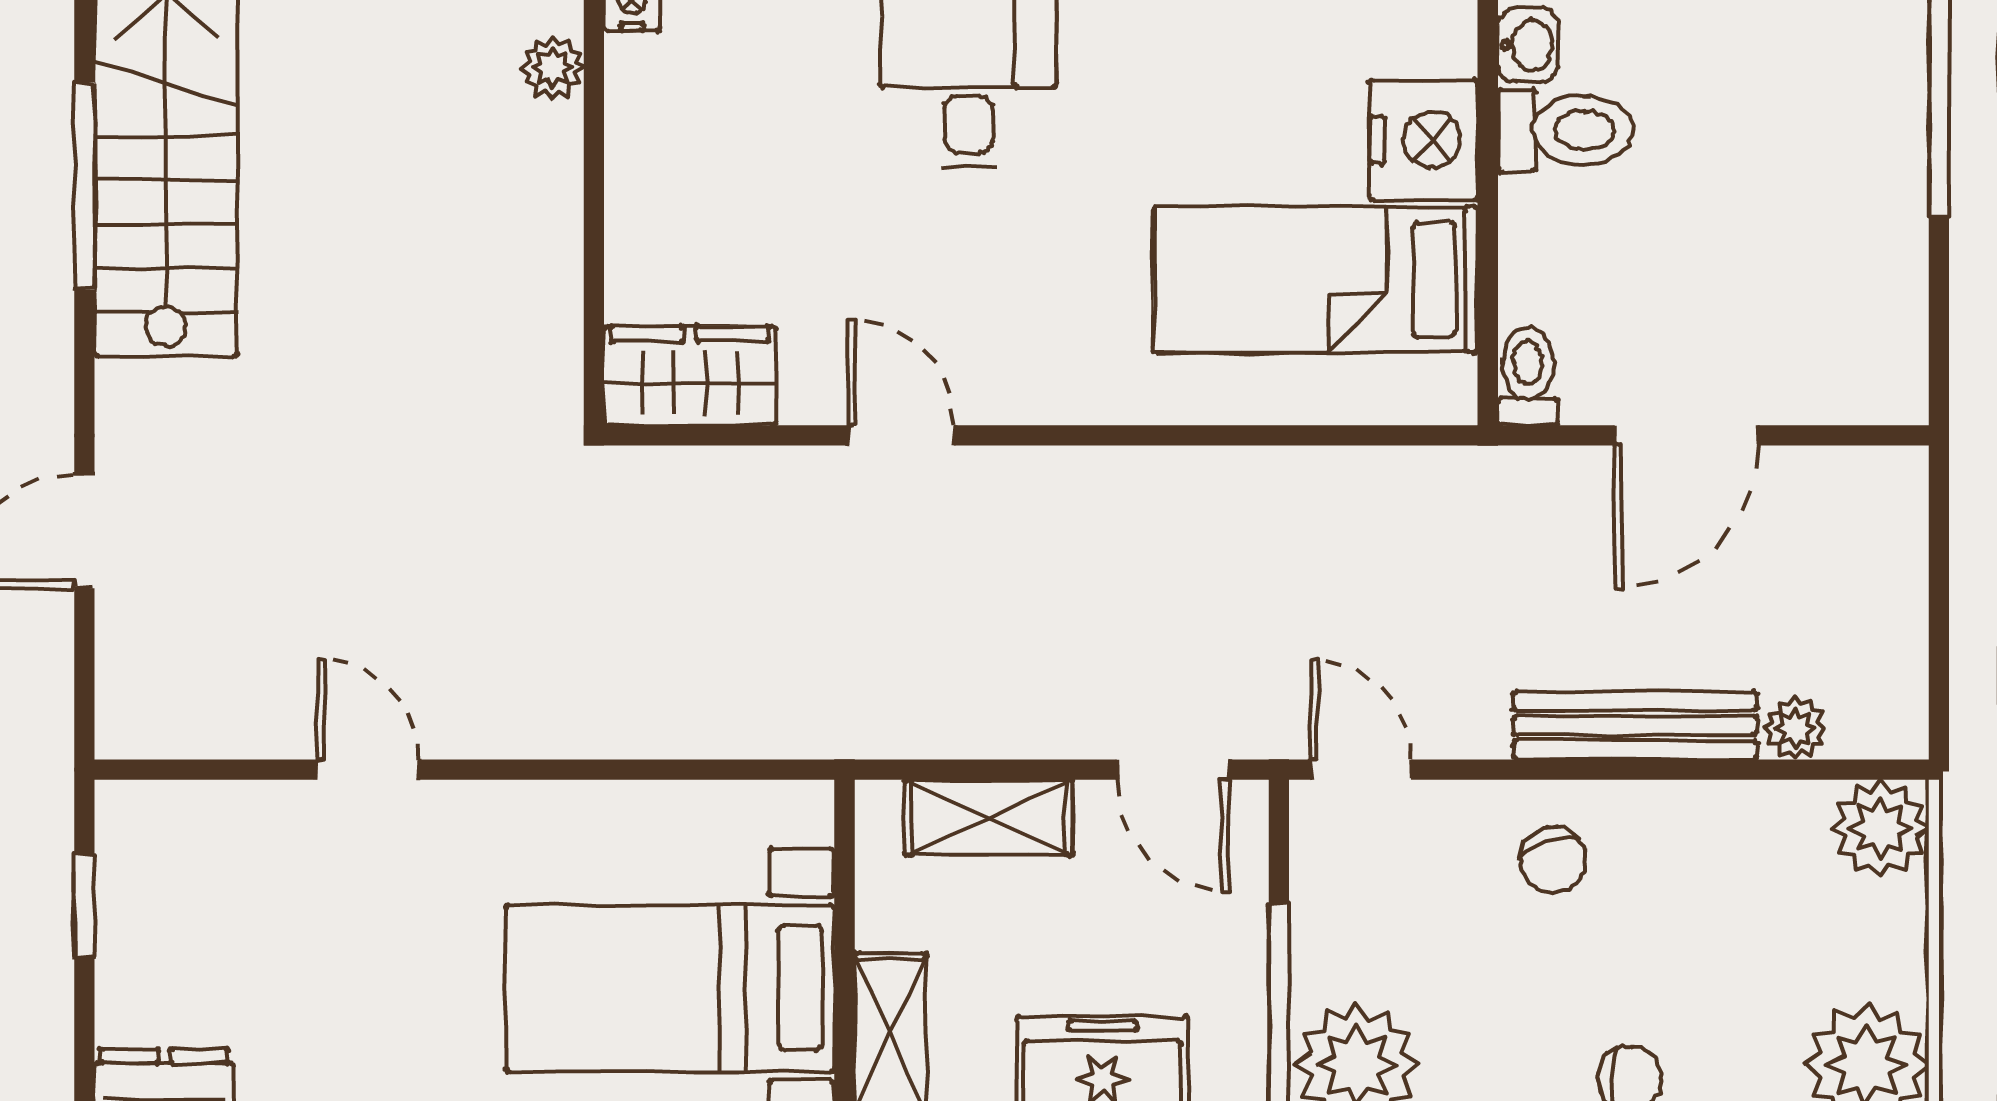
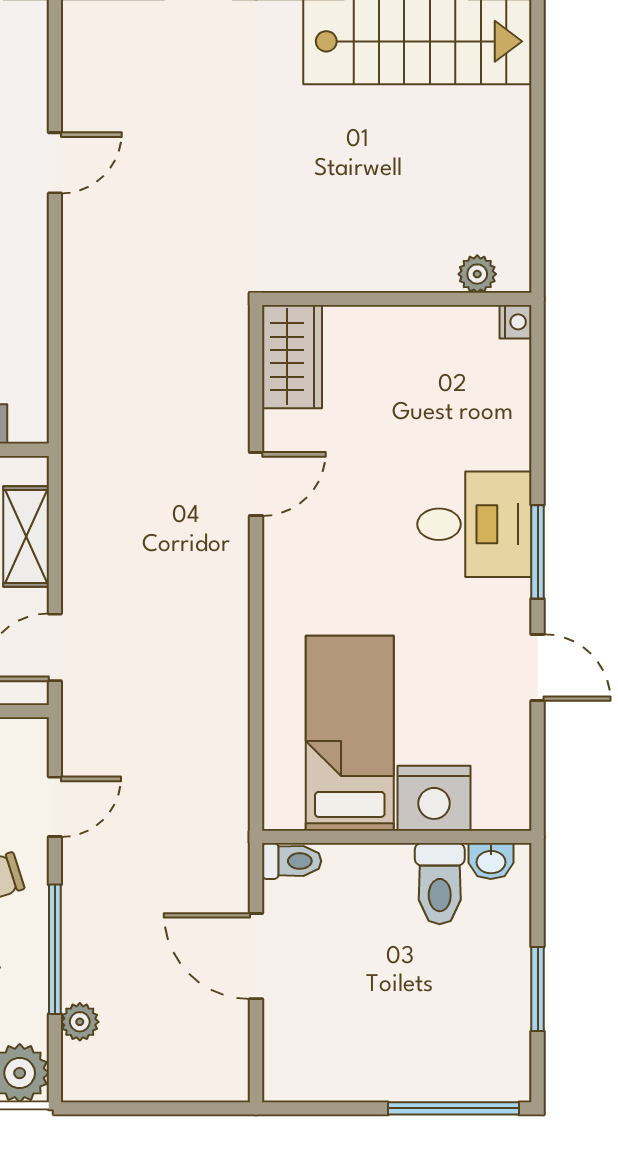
bench: (1635, 725) -> (82, 926), removed
door: (1361, 770) -> (55, 807), moved
window: (1674, 770) -> (55, 949), added

